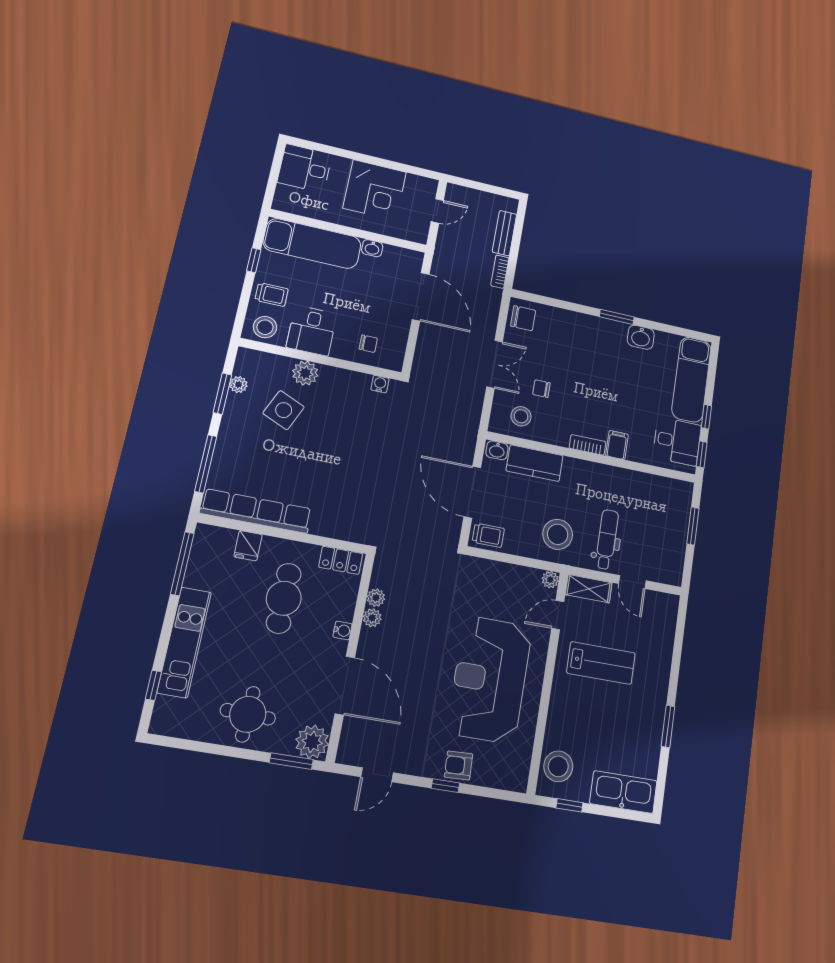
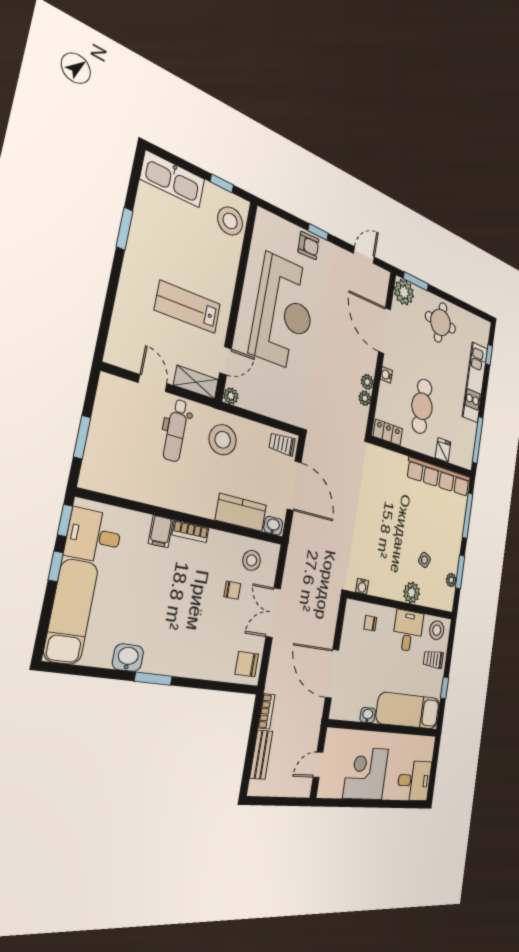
side table: (284, 410) -> (424, 560), width x0.54, depth x0.54

